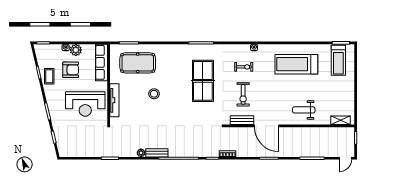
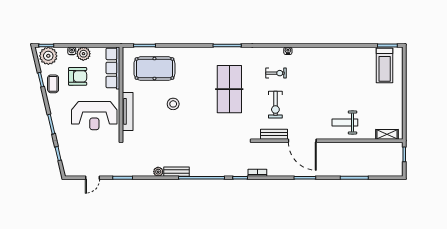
plant: (45, 52) -> (48, 56), added
treadmill: (296, 64) -> (336, 70), removed
door: (345, 158) -> (92, 178), moved

